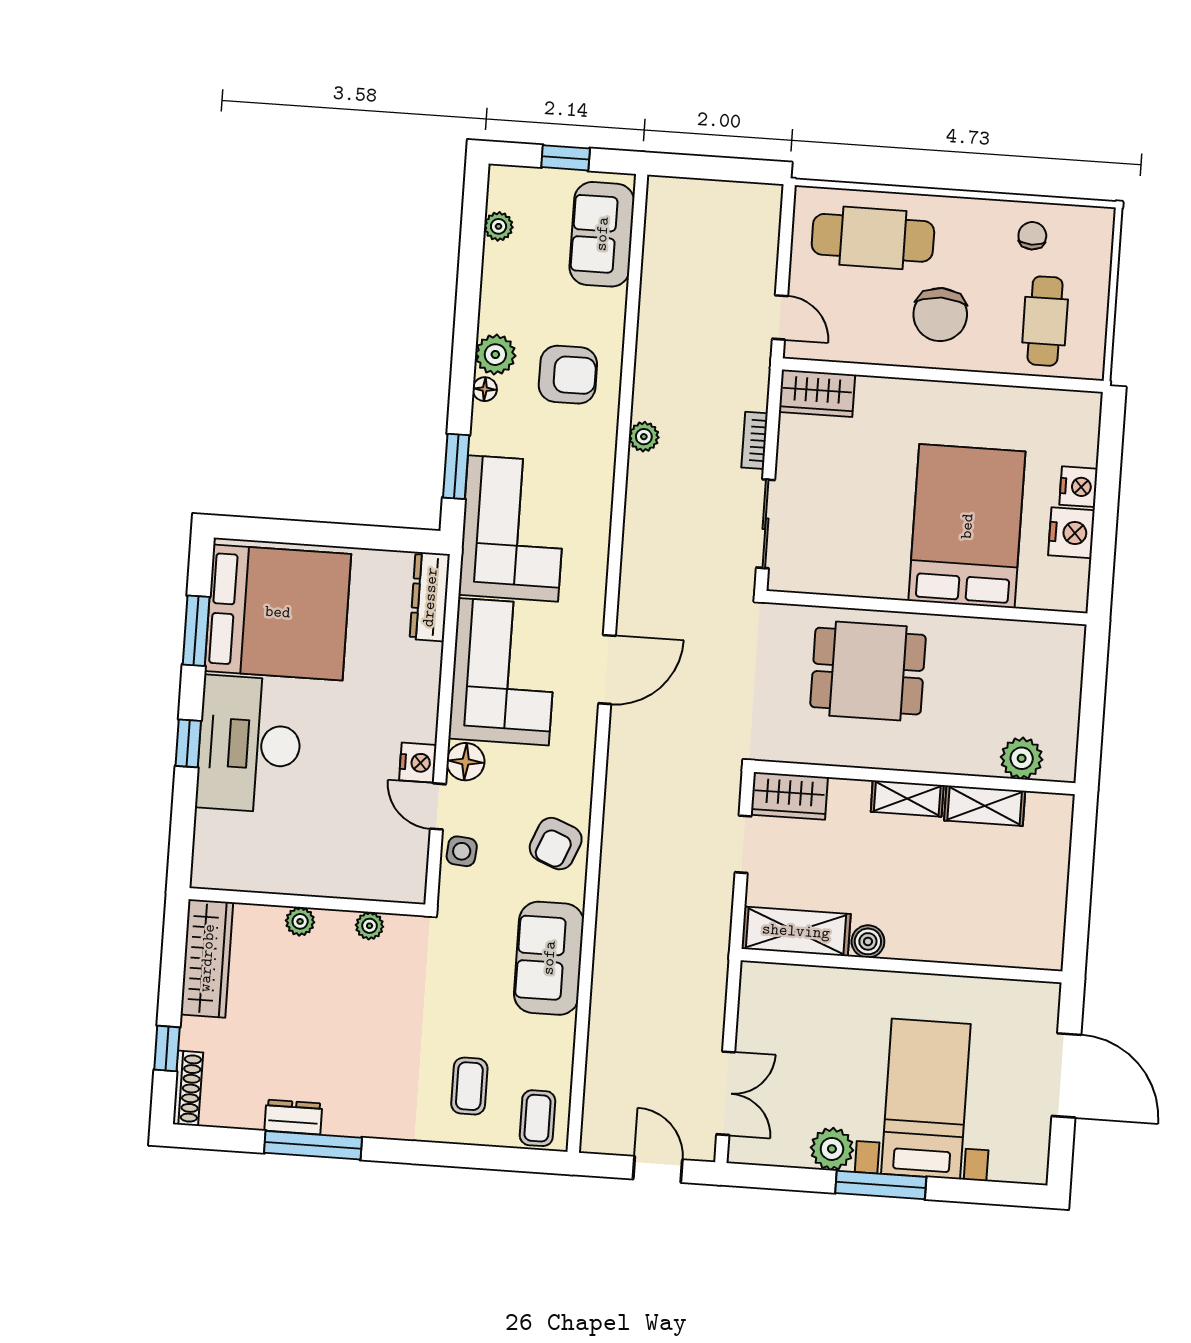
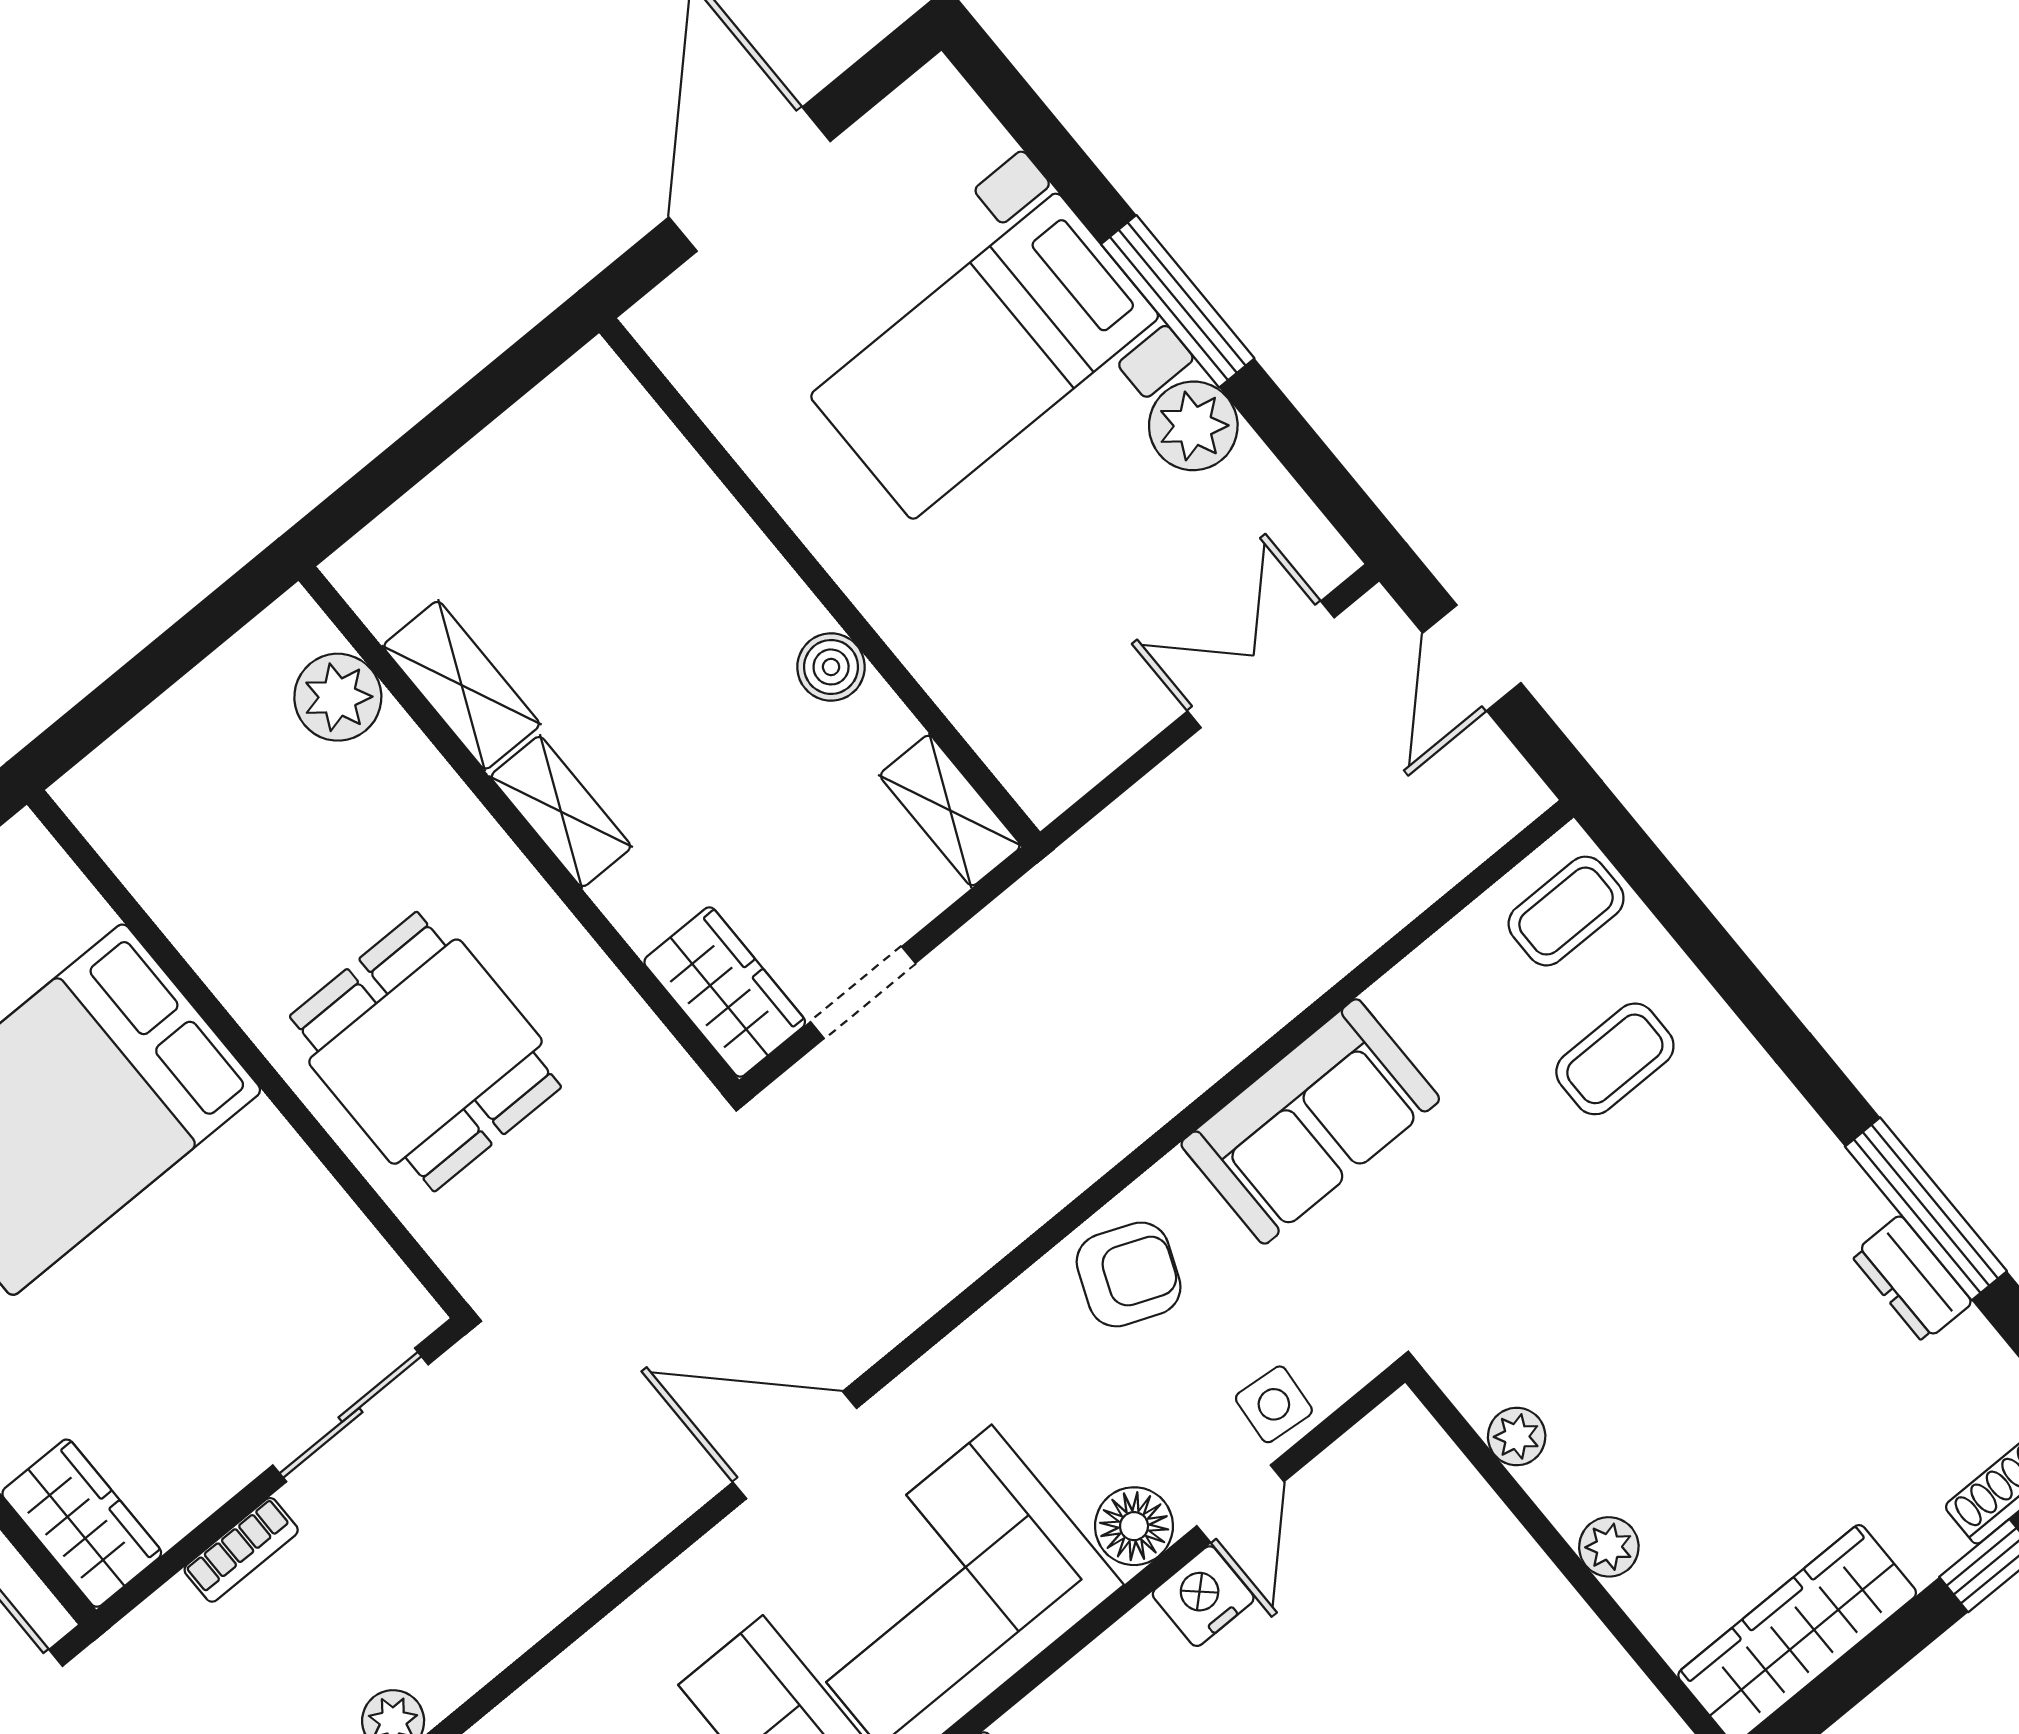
shelving: (796, 931) -> (950, 810), width x0.67, depth x0.75

